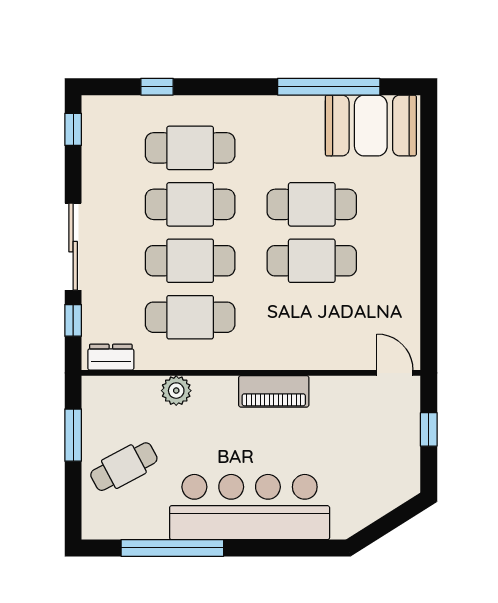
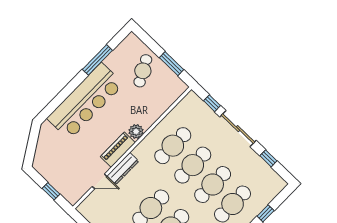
window: (73, 129) -> (268, 158), moved
dresser: (111, 357) -> (123, 168), moved, width x1.44
door: (395, 373) -> (100, 181), moved
plant: (176, 391) -> (136, 131), moved
window: (172, 548) -> (97, 60), width x0.68

